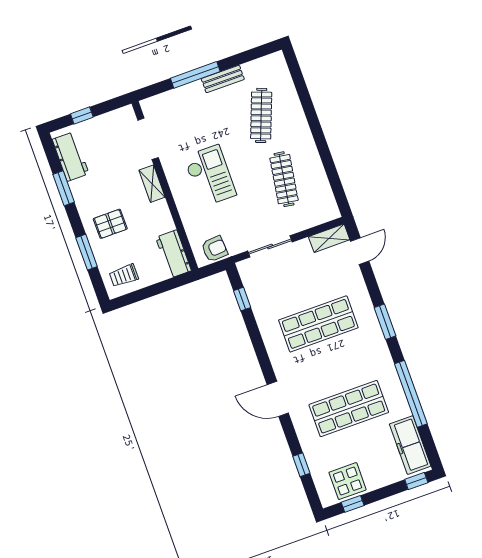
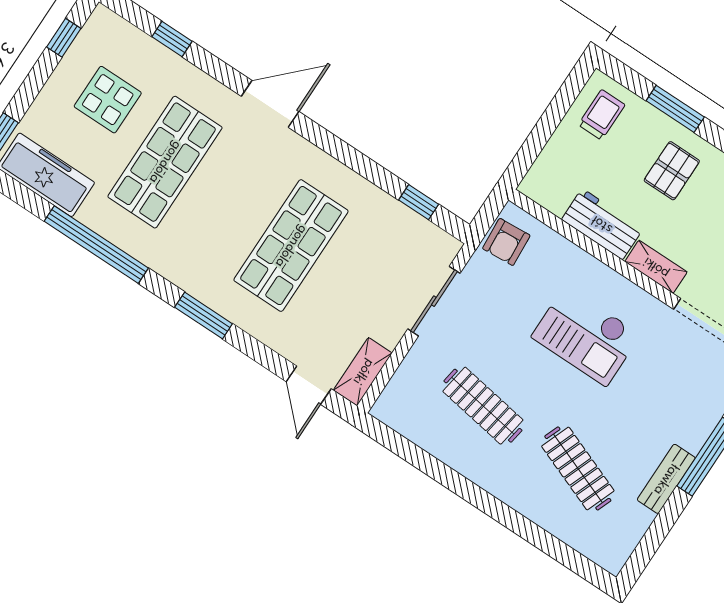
workbench: (173, 254) -> (602, 224), moved
display table: (348, 481) -> (108, 100), moved

